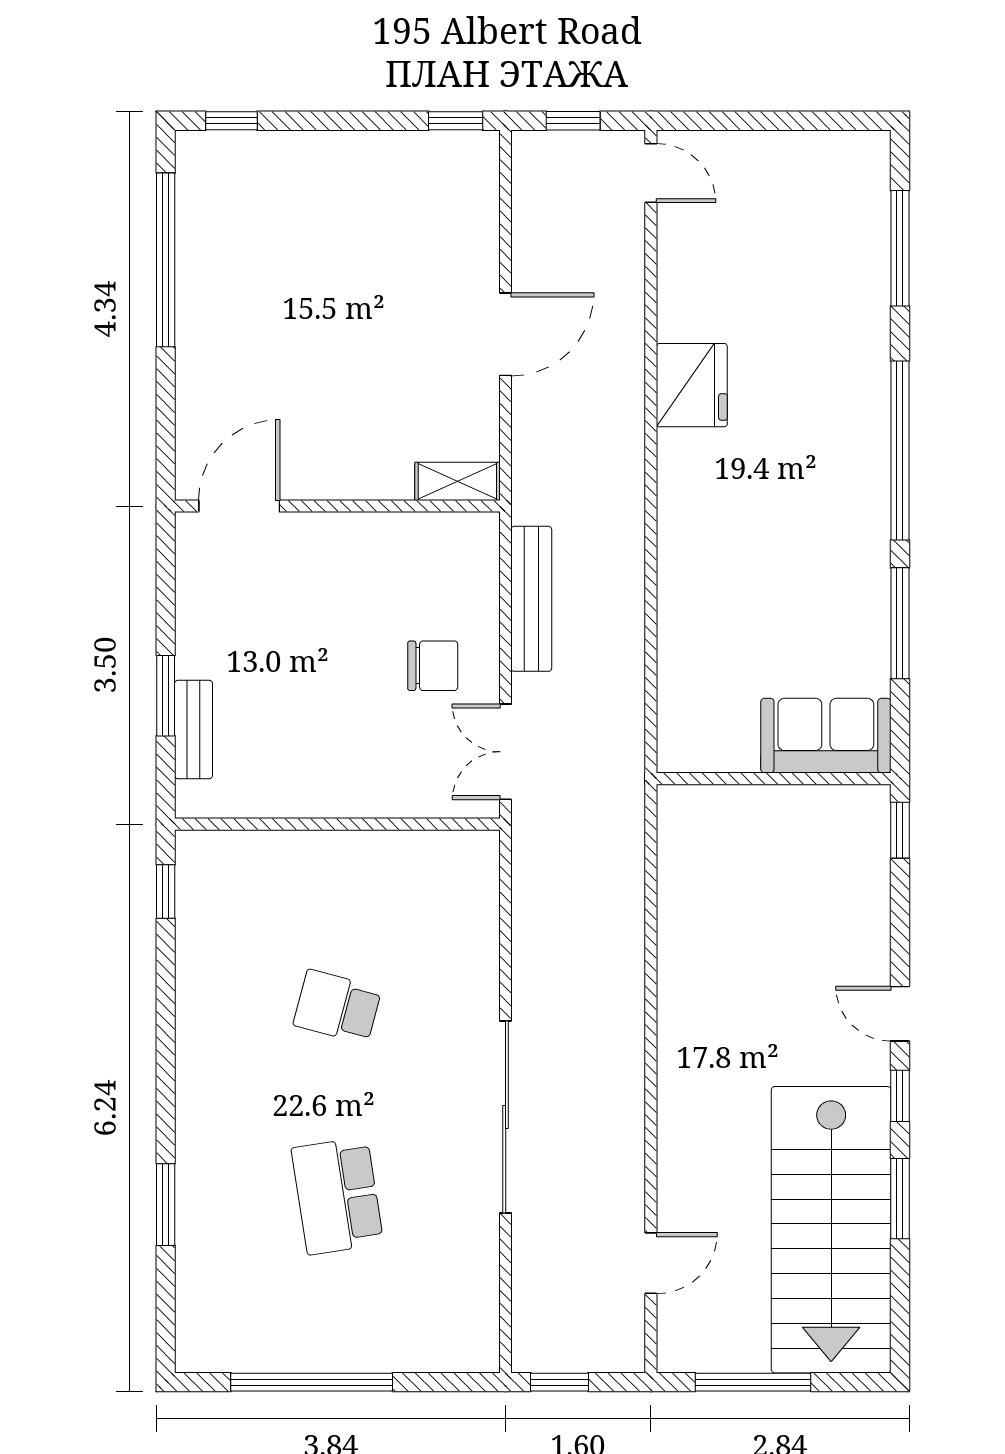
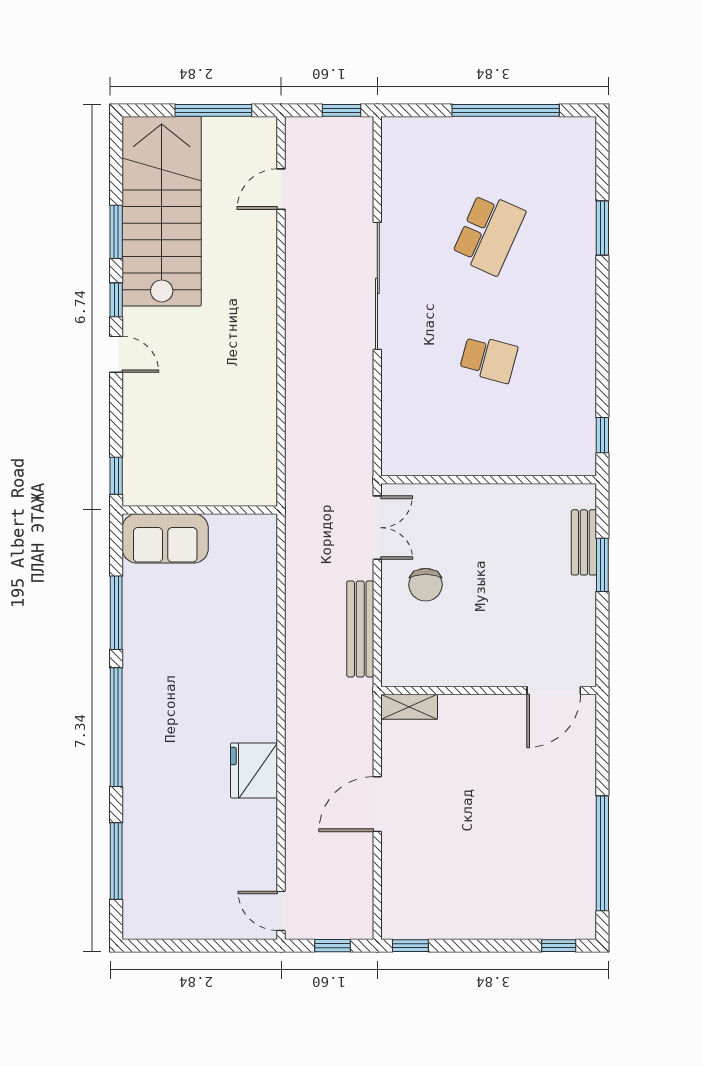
chair: (433, 666) -> (426, 585), turned -90
school desk: (337, 1196) -> (489, 234), turned 33

